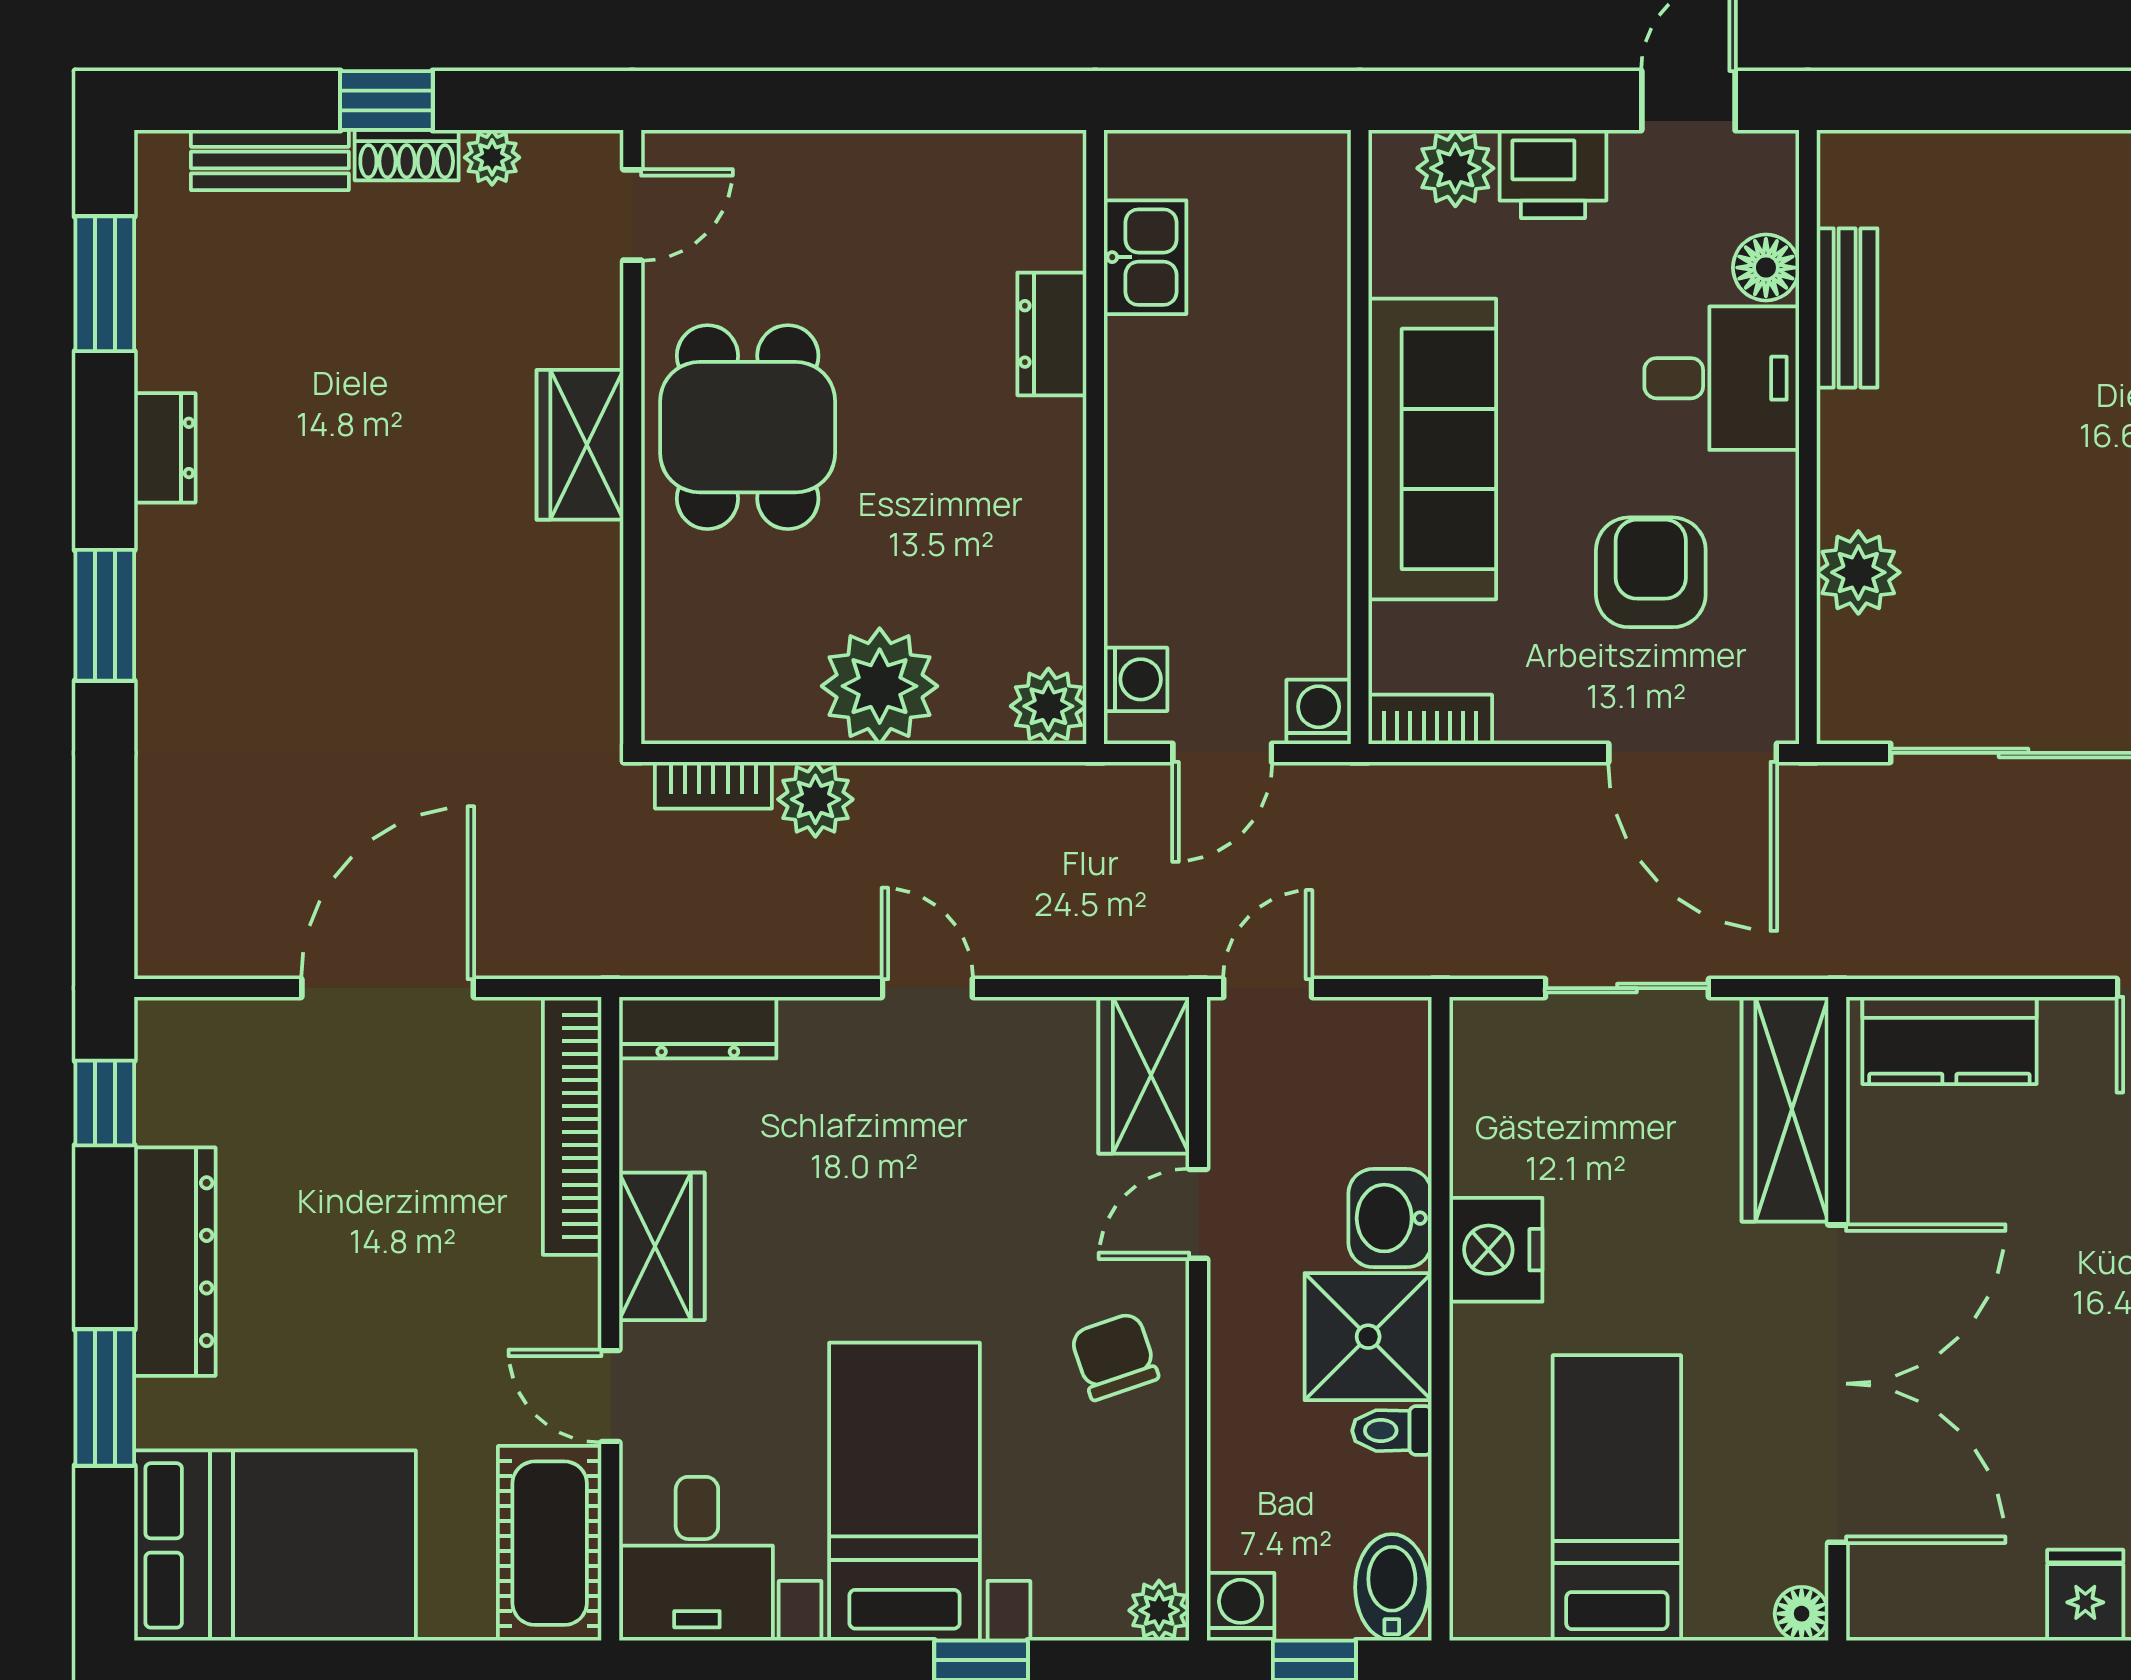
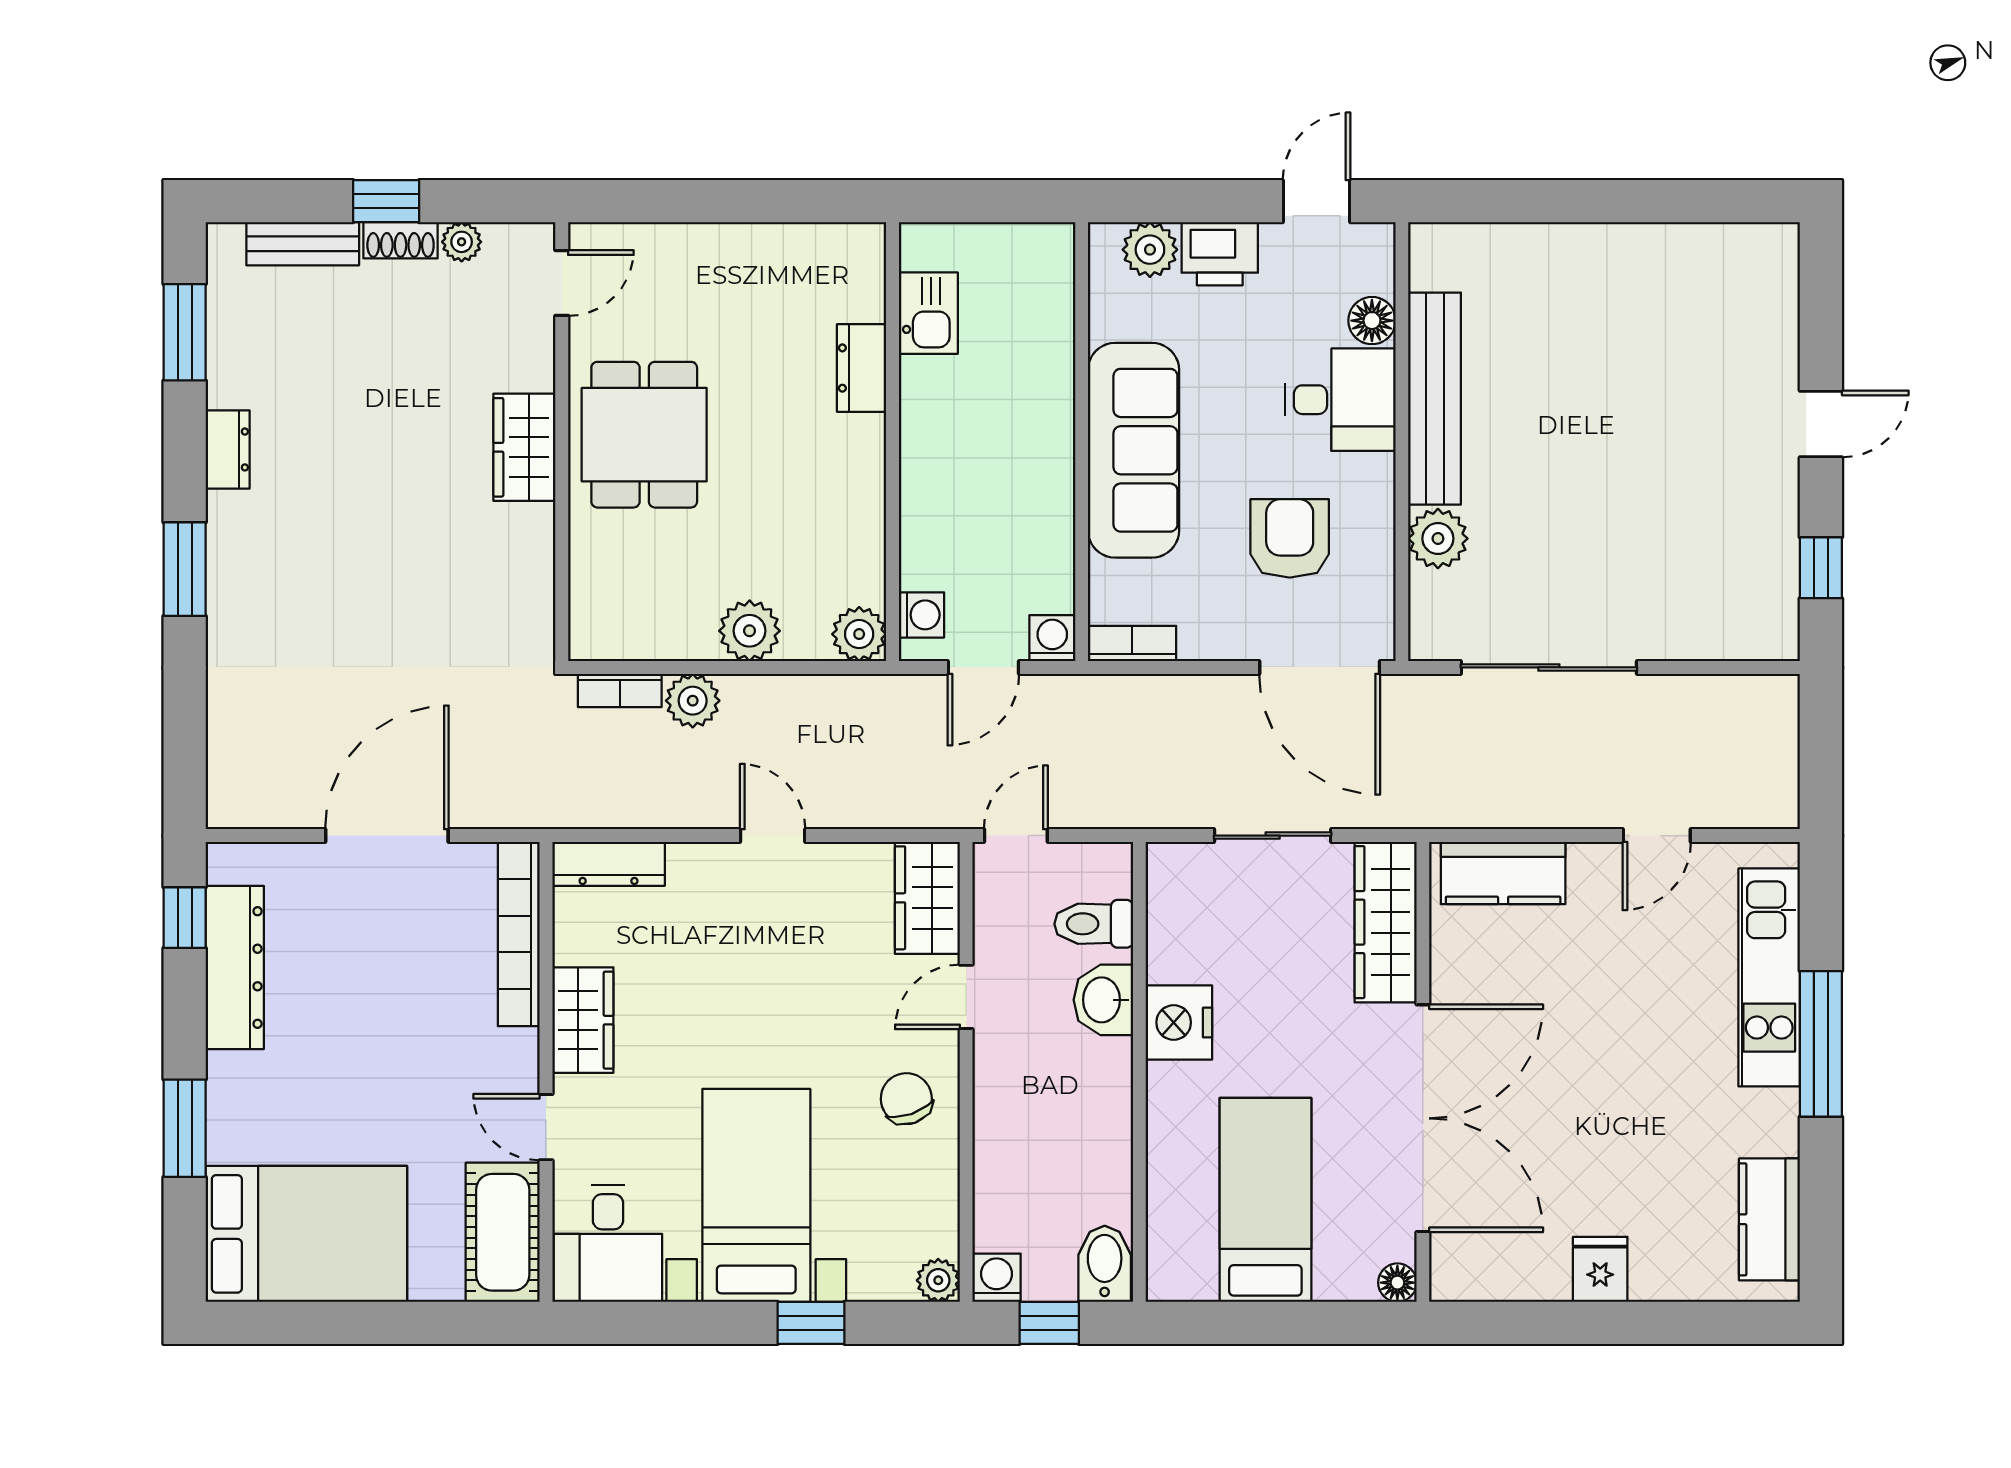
bench: (1847, 308) -> (1435, 399), width x1.86, depth x1.21
plant: (880, 686) -> (750, 631), width x0.73, depth x0.73
dresser: (175, 1262) -> (235, 968), moved
shower: (1368, 1337) -> (1088, 1085), removed
toilet: (1392, 1431) -> (1094, 924), moved, width x1.37, depth x1.39

